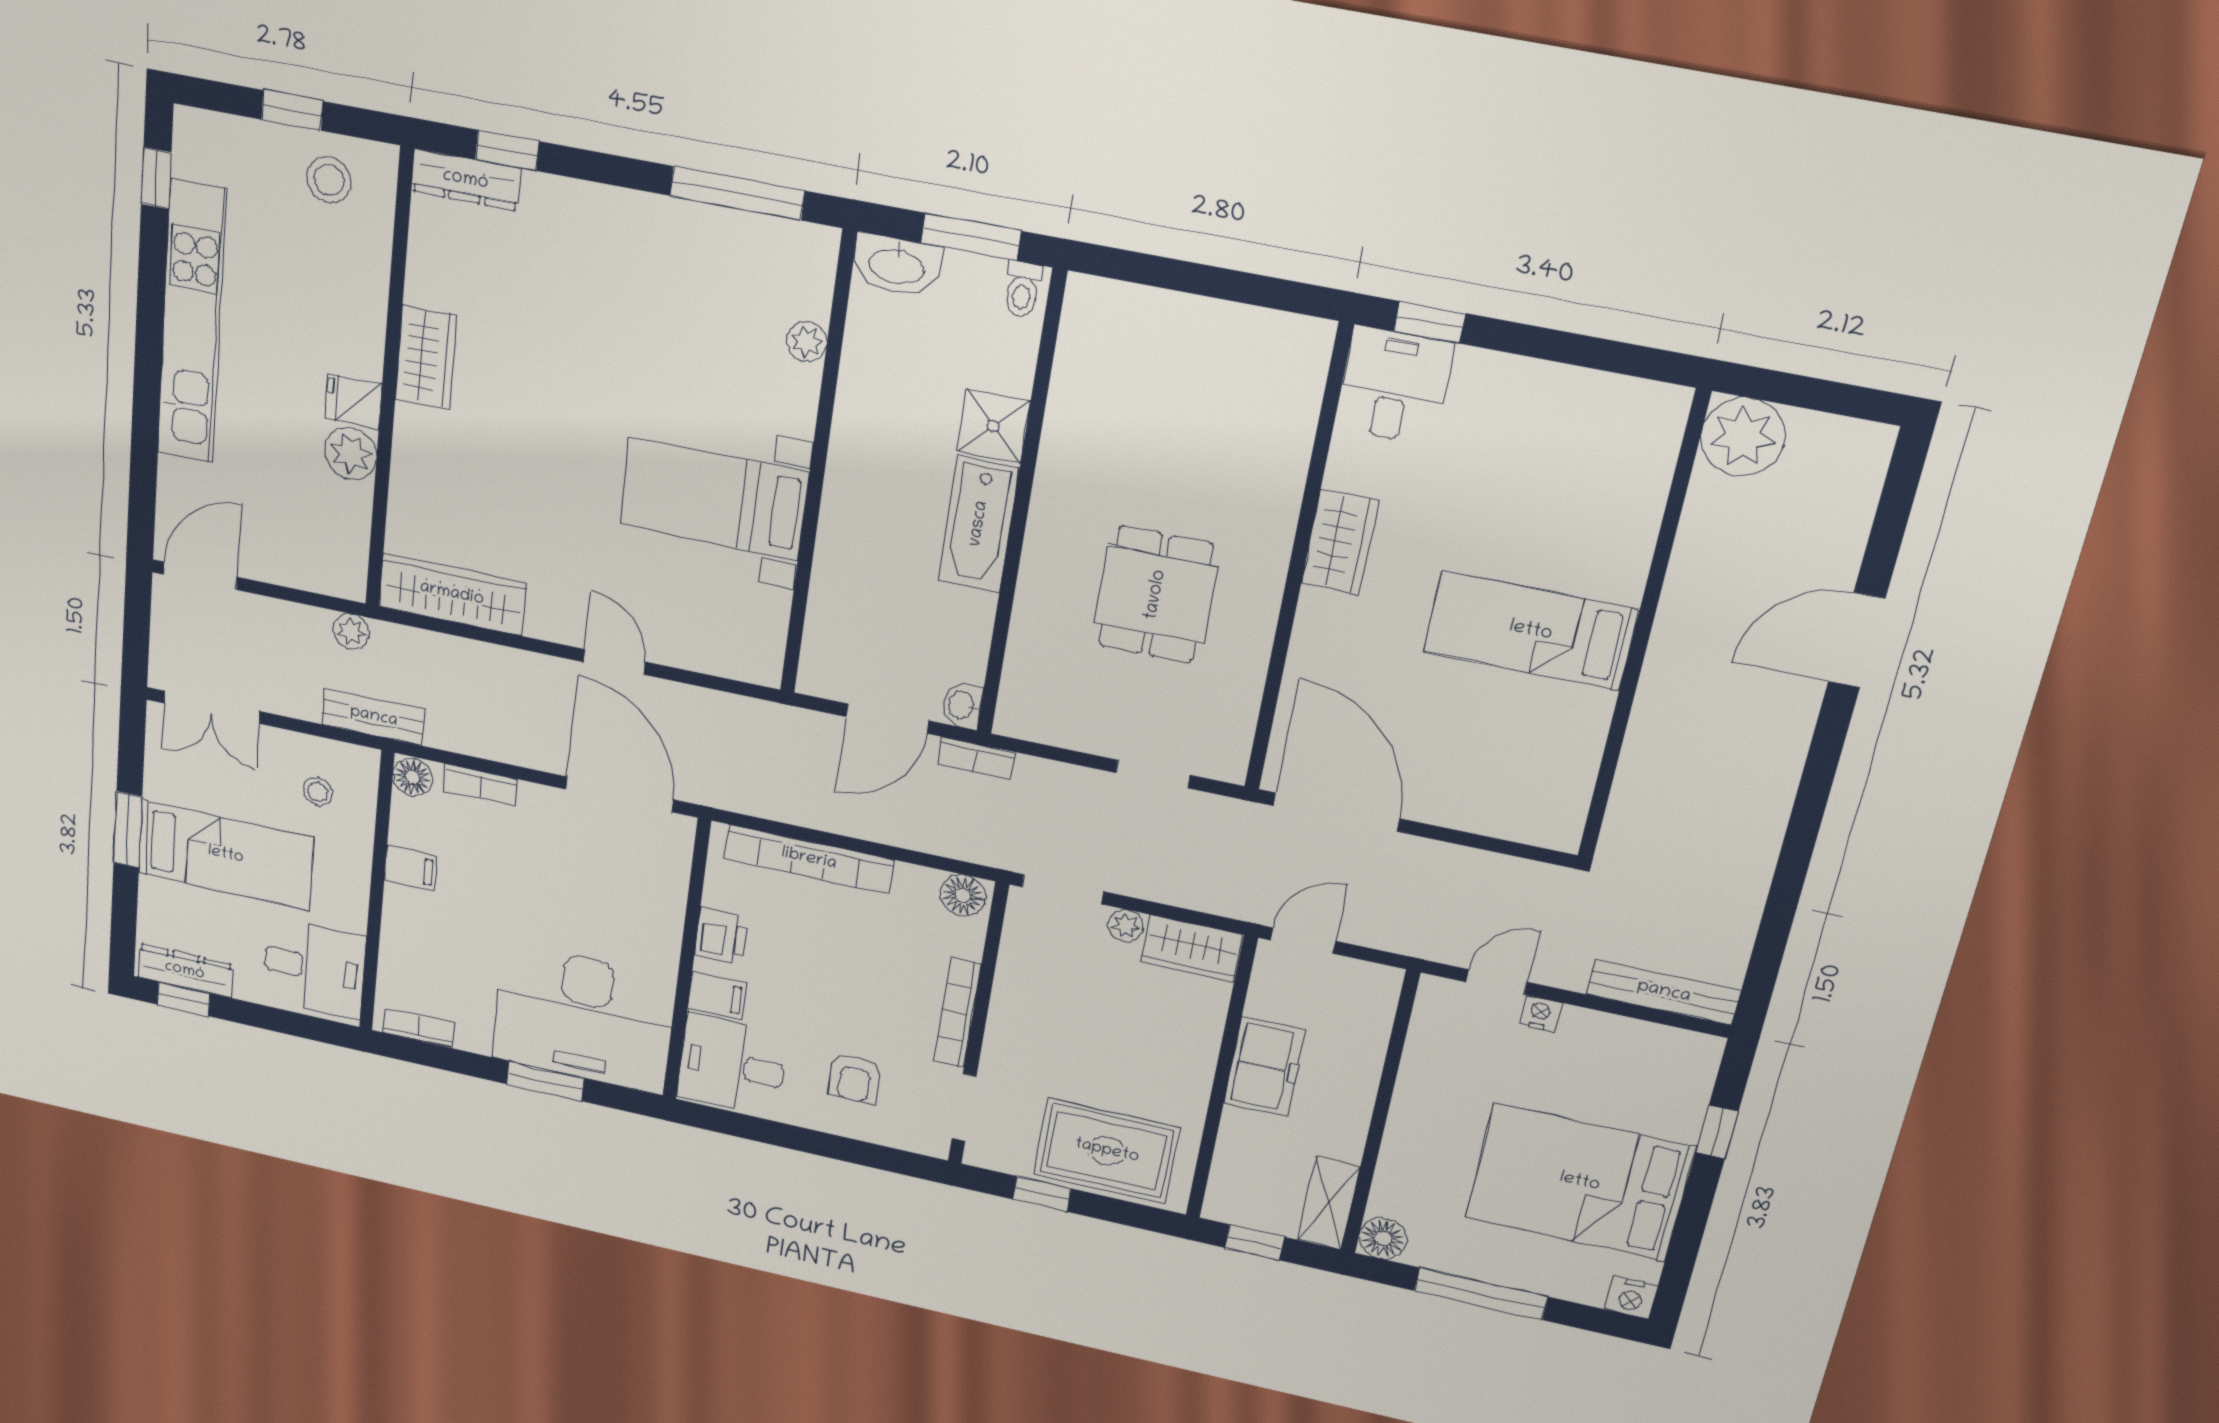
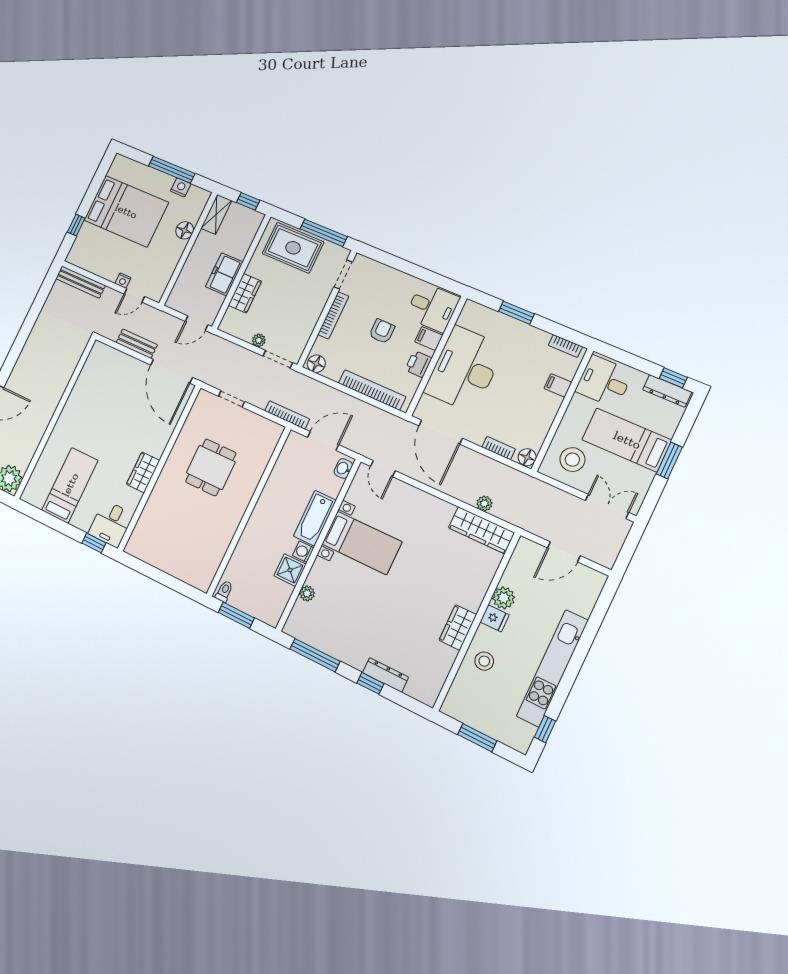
window: (292, 110) -> (477, 738), width x1.50
window: (507, 150) -> (370, 683), moved
stool: (329, 180) -> (484, 661), moved
dresser: (466, 180) -> (385, 675), moved
washbasin: (897, 265) -> (266, 612), removed
shower: (993, 426) -> (290, 570), moved
washing machine: (850, 442) -> (303, 552), added
bathtub: (979, 524) -> (315, 518), moved, turned 180
door: (200, 576) -> (564, 552), moved
plant: (351, 631) -> (484, 503), moved
bed: (1531, 631) -> (70, 485), moved, turned -90
door: (614, 662) -> (383, 469), moved
washbasin: (962, 705) -> (343, 468), moved, turned 180
bench: (374, 717) -> (137, 344), moved
bookcase: (976, 758) -> (287, 415), width x1.56
stool: (318, 792) -> (572, 460), width x1.89, depth x1.89
filing cabinet: (411, 868) -> (558, 385), moved
wardrobe: (1191, 948) -> (245, 293), moved, turned 90
desk: (584, 1018) -> (464, 369), moved, turned -90
armchair: (855, 1078) -> (382, 331), moved
window: (1042, 1194) -> (324, 233), width x2.17
floor lamp: (1383, 1238) -> (185, 230), moved
nightstand: (1631, 1298) -> (181, 187), moved

